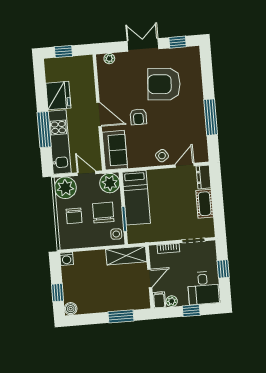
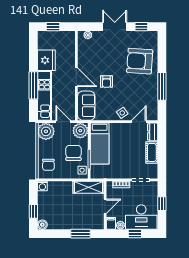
armchair: (164, 84) -> (140, 61), moved
chair: (74, 216) -> (48, 165), moved
desk: (203, 288) -> (141, 217), width x1.37

